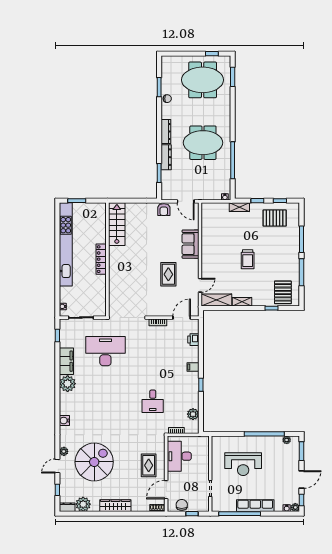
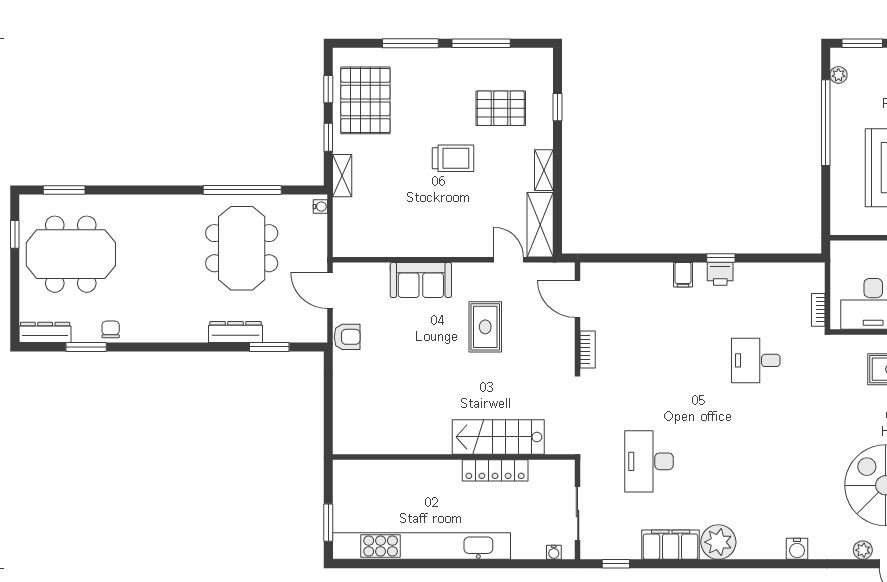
meeting table: (203, 80) -> (71, 254), turned 90
dresser: (166, 132) -> (45, 332), moved
meeting table: (203, 143) -> (242, 248), moved
door: (186, 201) -> (330, 290), swing flipped
pallet: (275, 218) -> (365, 100), width x1.37, depth x1.41
stairs: (117, 224) -> (498, 437), moved
locker: (101, 259) -> (495, 470), moved
rug: (168, 274) -> (485, 327), turned 90
pallet: (283, 292) -> (501, 108), moved
printer: (193, 340) -> (720, 274), moved
desk: (105, 351) -> (649, 461), width x0.73, depth x0.77
desk: (153, 401) -> (756, 360), turned 180
plant: (193, 414) -> (783, 275), removed

